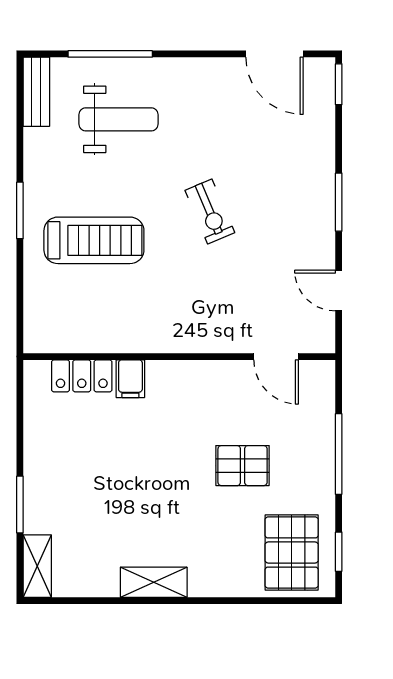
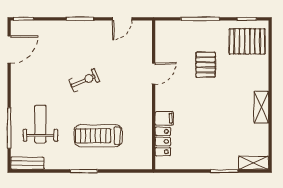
treadmill: (94, 240) -> (98, 136), turned -90
door: (276, 357) -> (154, 73), moved

